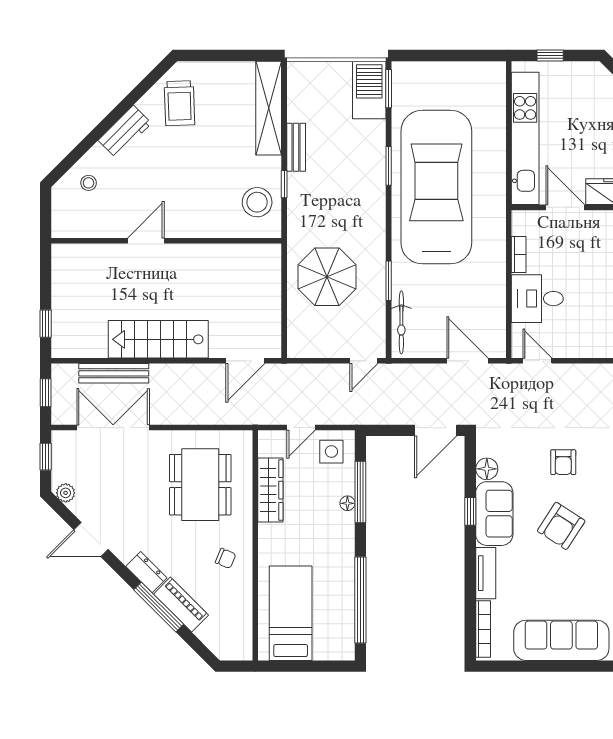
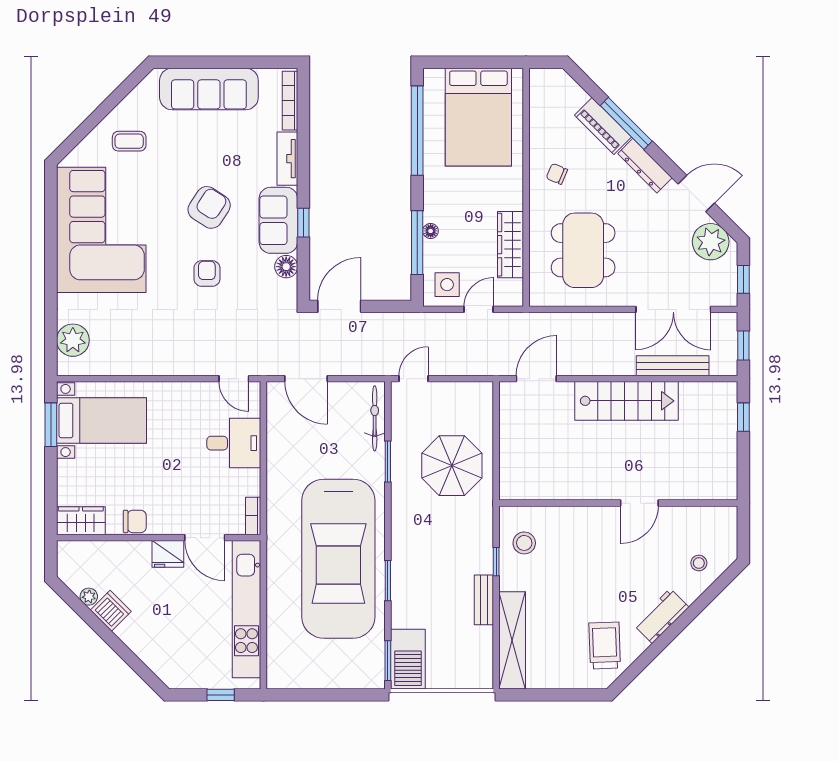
stool: (257, 202) -> (524, 543), width x0.73, depth x0.73
bookcase: (519, 255) -> (253, 516), moved
plant: (66, 493) -> (711, 242), width x1.88, depth x1.88
dresser: (146, 572) -> (645, 166), width x1.44
bed: (291, 613) -> (478, 117), width x1.50

